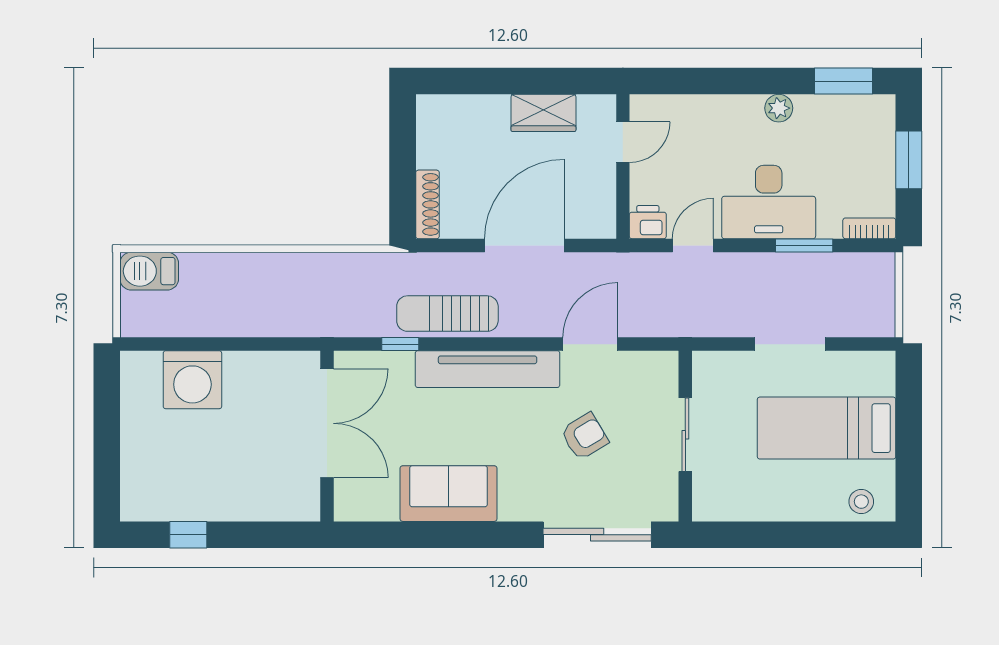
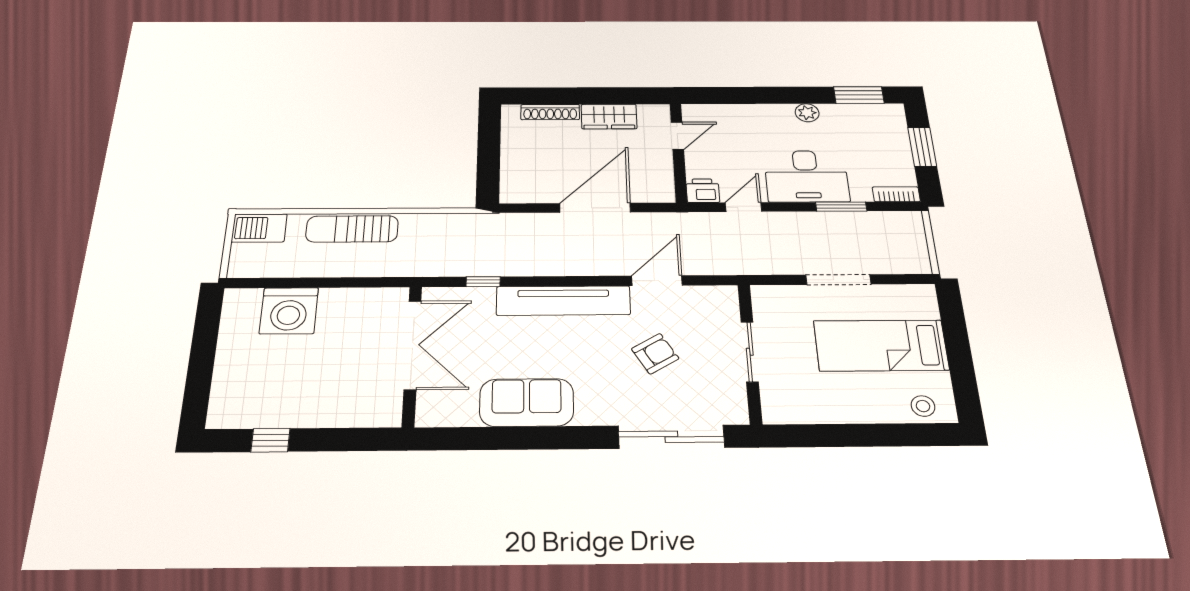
shoe rack: (427, 204) -> (550, 112), moved, turned 90
sun lounger: (447, 314) -> (352, 229), moved

